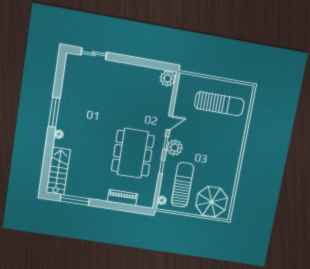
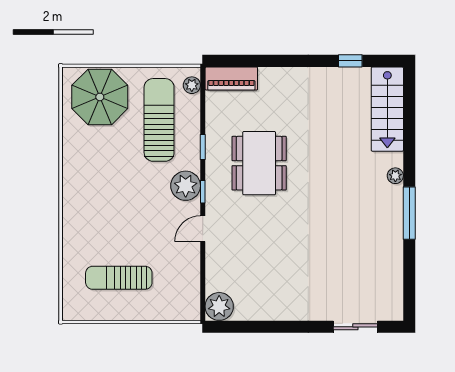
sun lounger: (219, 104) -> (119, 278), width x0.73, depth x0.75
dining table: (133, 153) -> (259, 163), width x0.73, depth x0.80
sun lounger: (183, 185) -> (159, 120), turned 180
piano: (123, 198) -> (231, 79), moved
window: (75, 200) -> (350, 61), width x0.46

